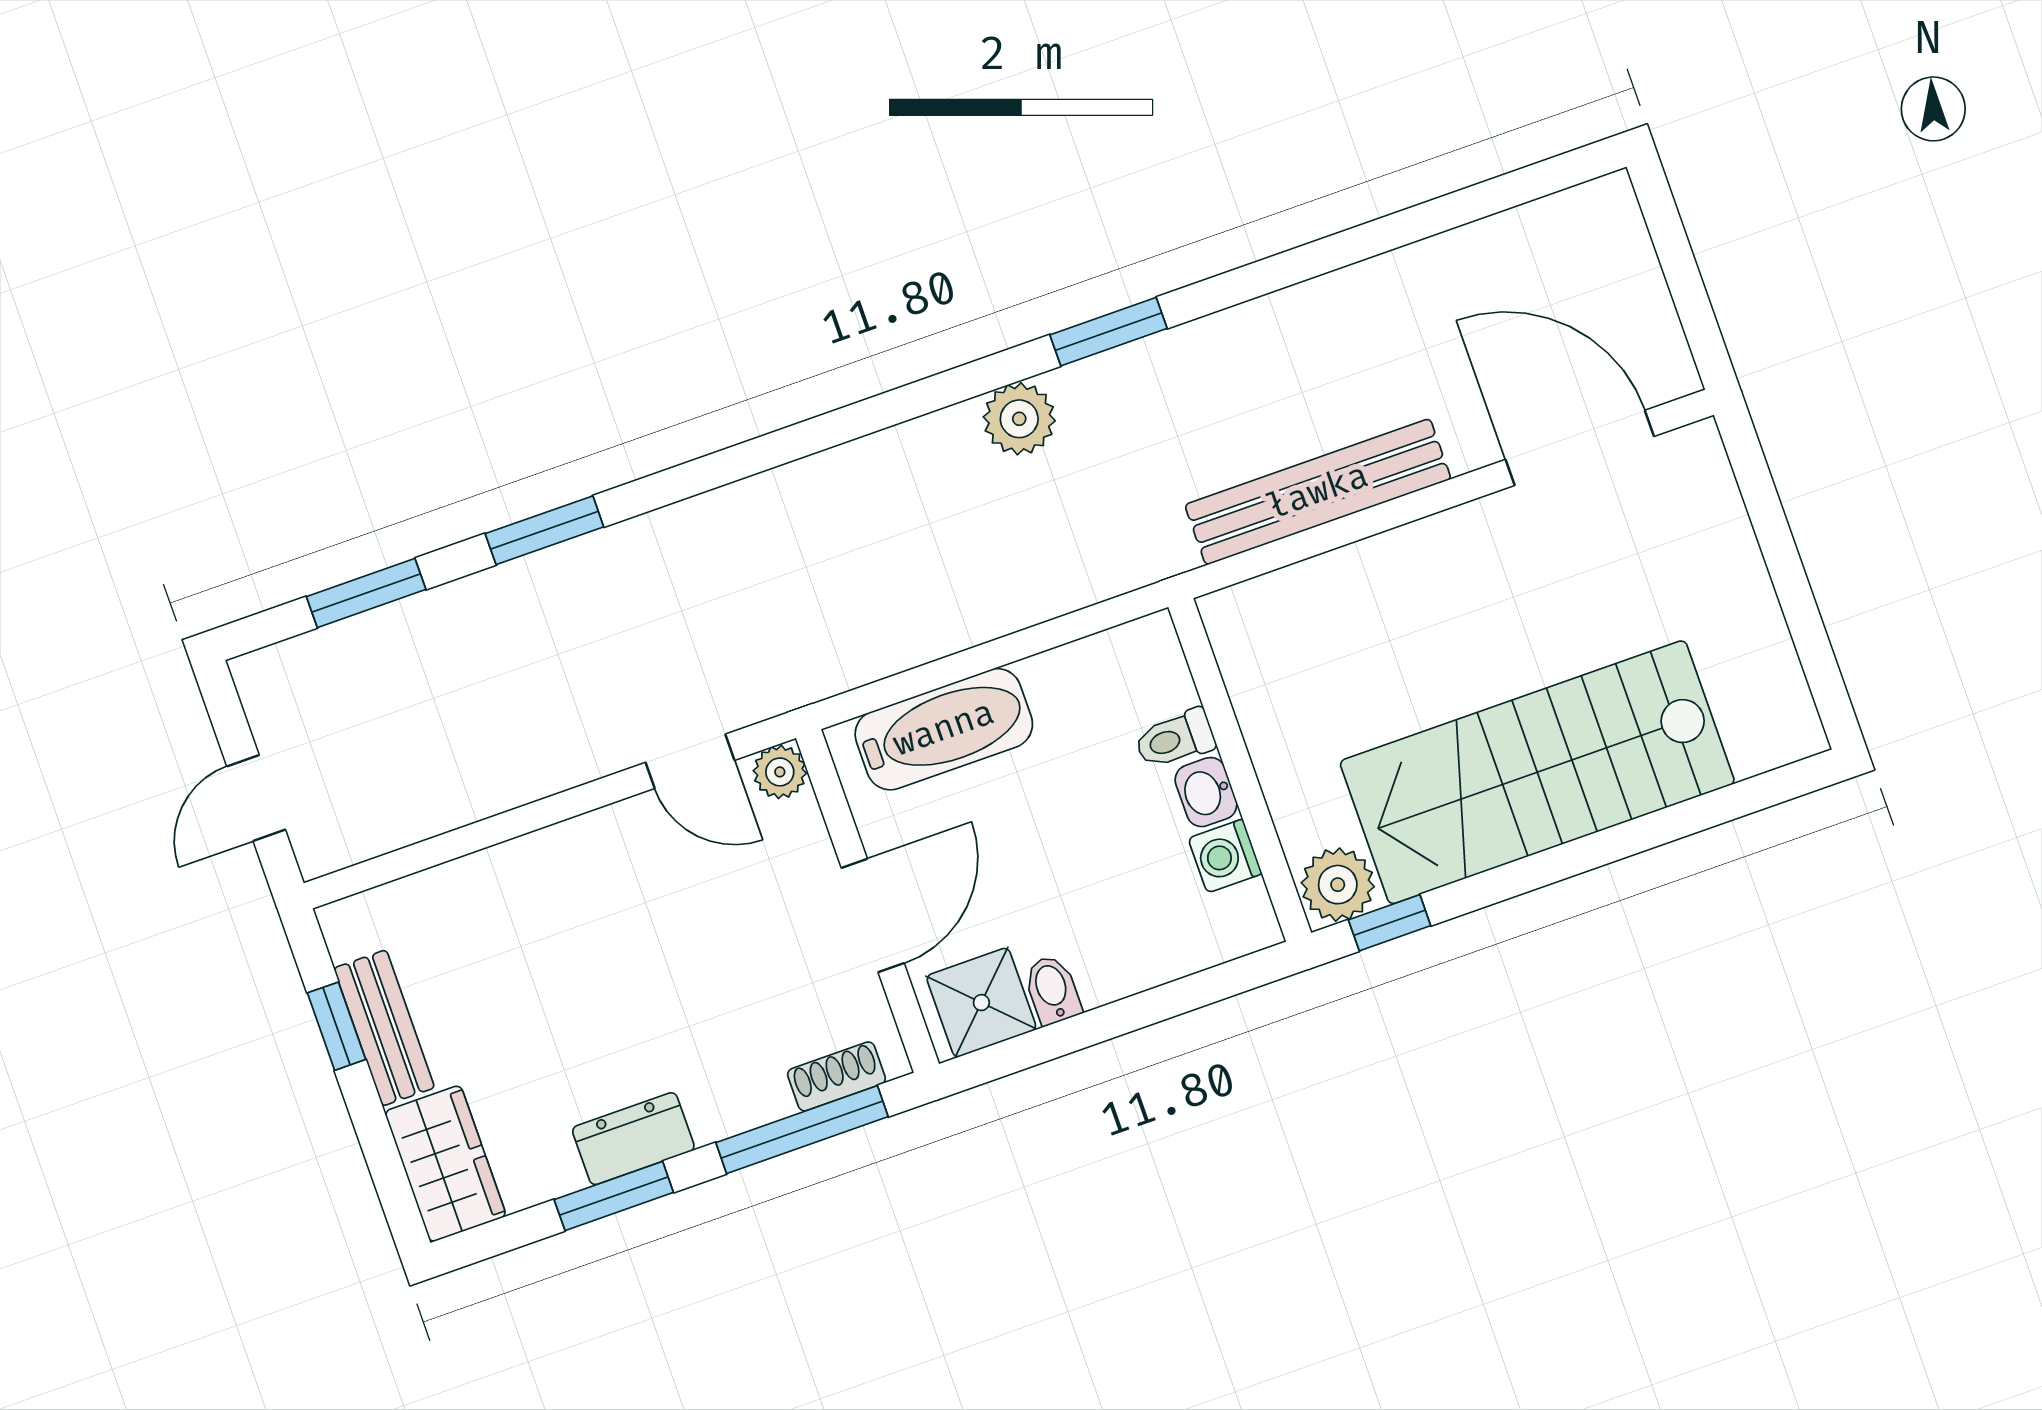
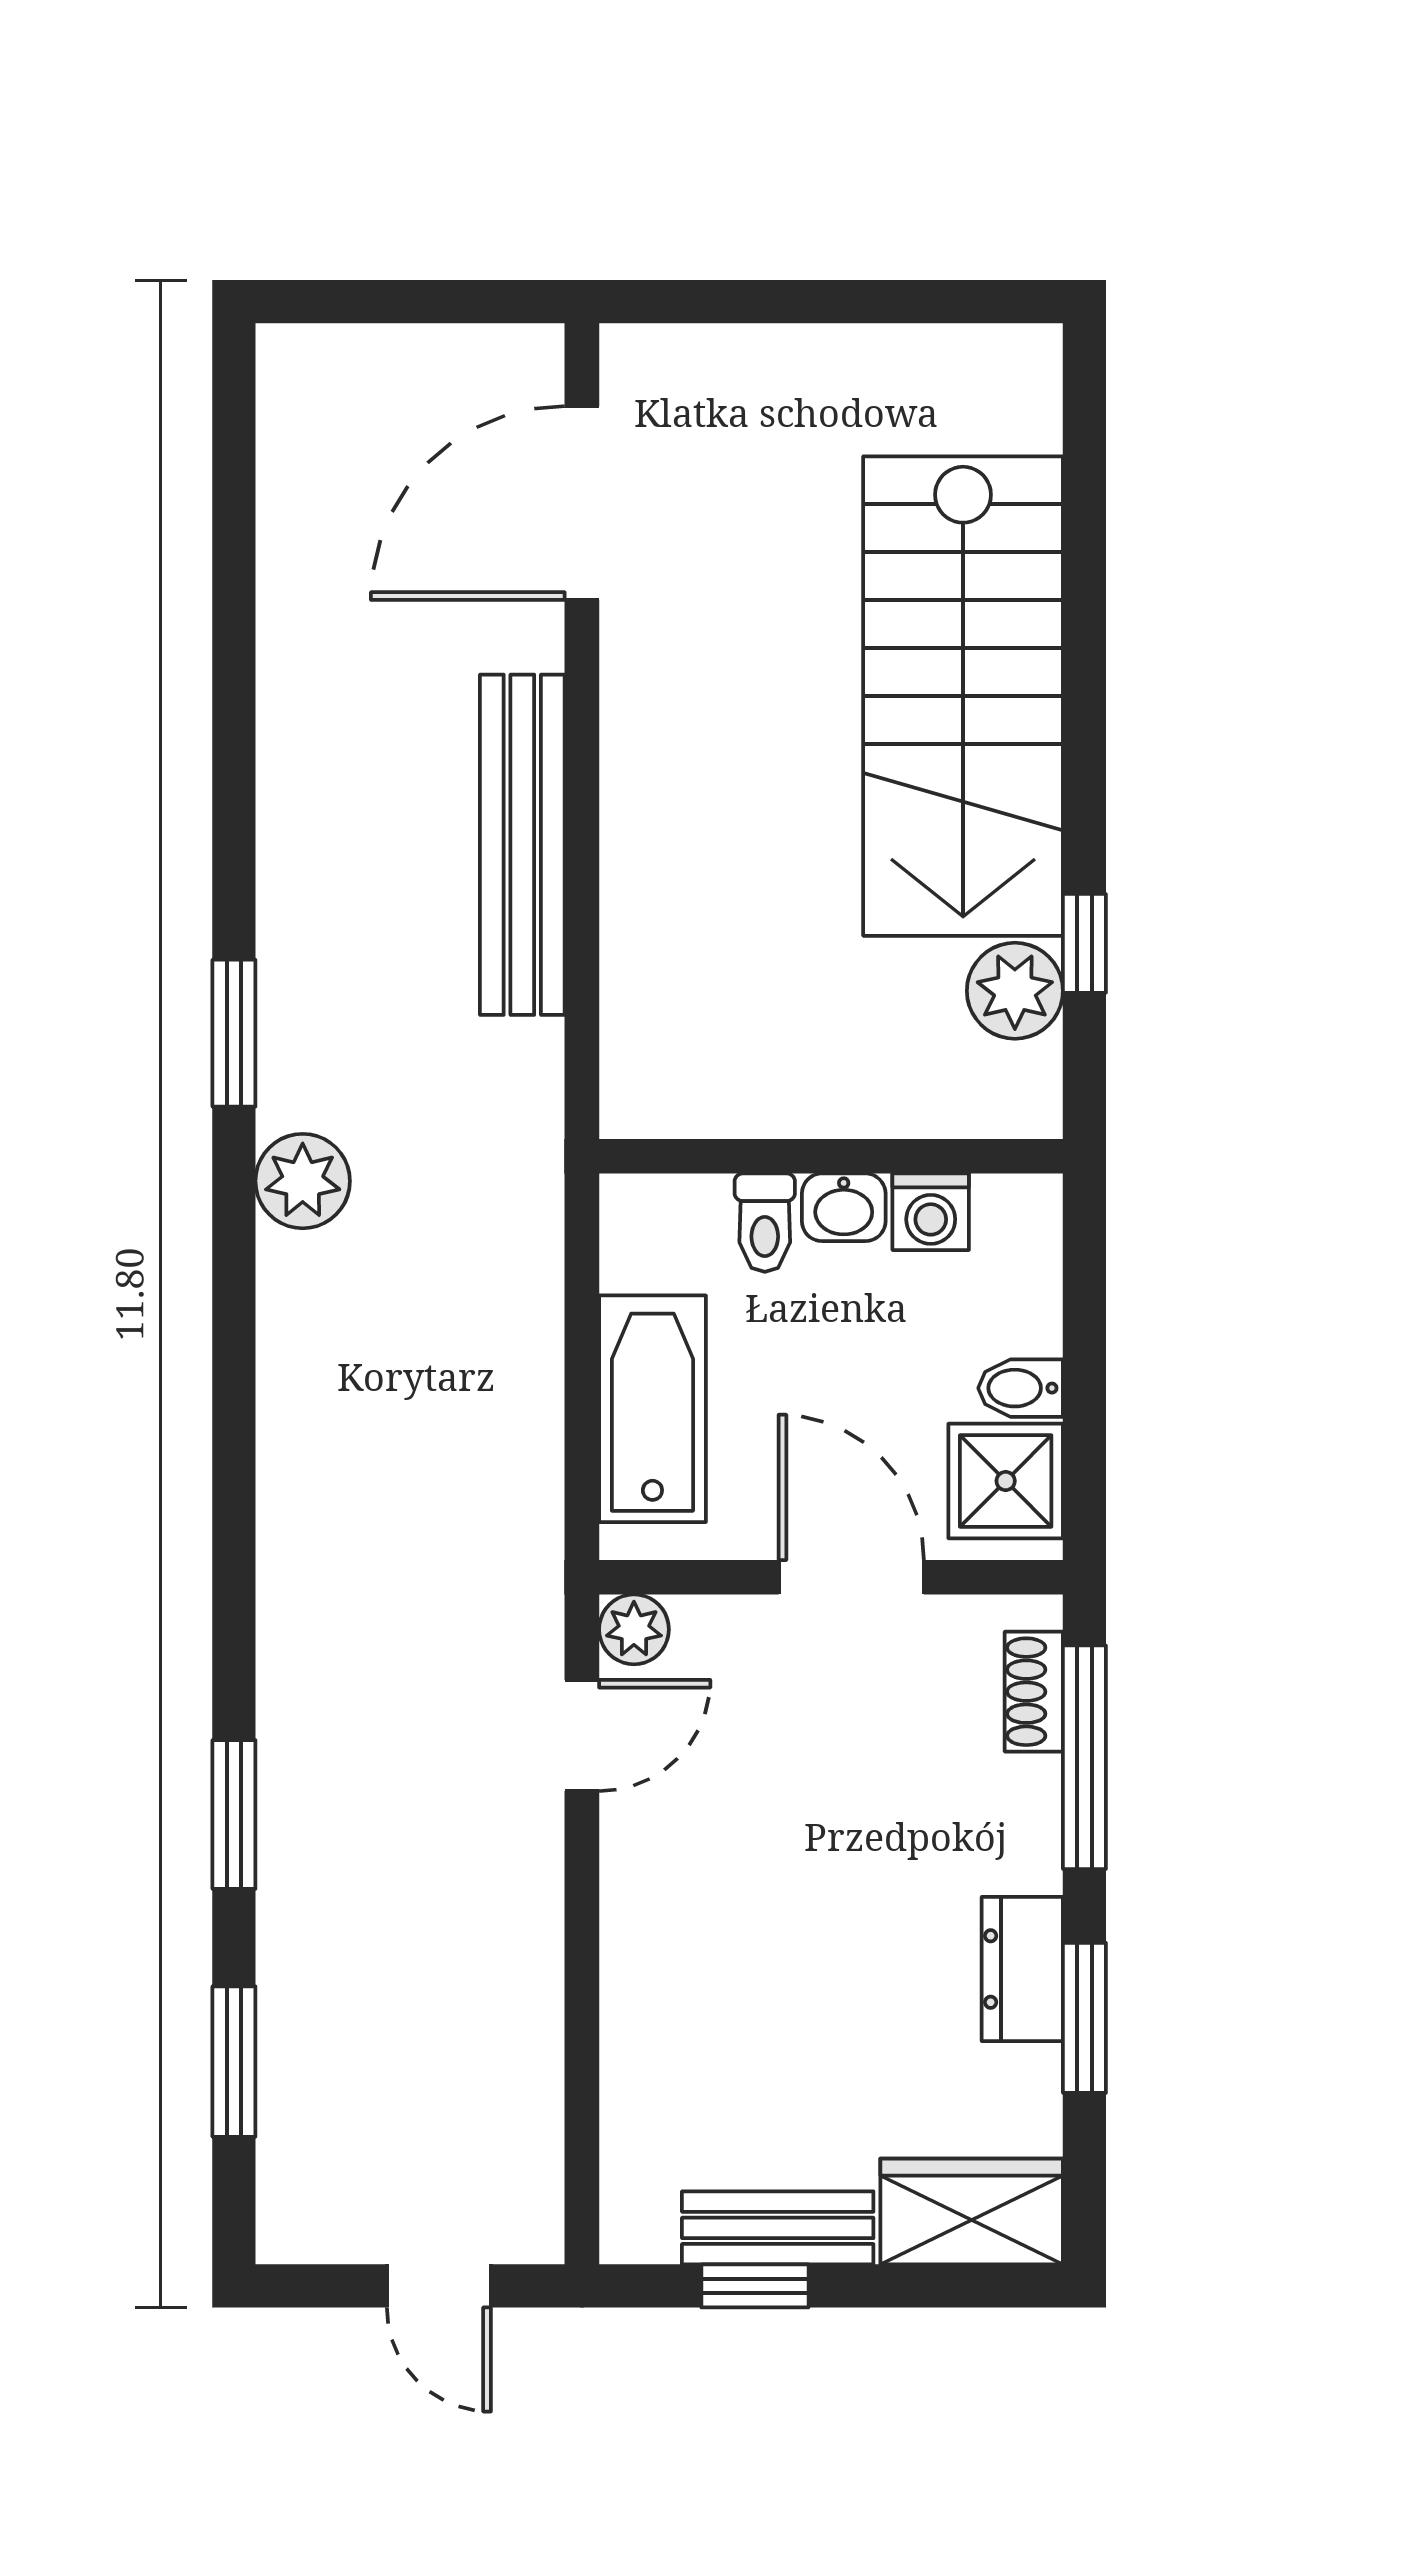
toilet: (1175, 739) -> (765, 1223), moved
wall: (1240, 770) -> (831, 1156), moved
washbasin: (1206, 792) -> (844, 1207), moved
washing machine: (1225, 856) -> (931, 1212), moved

